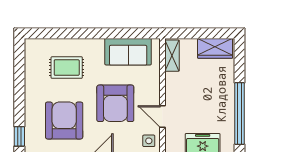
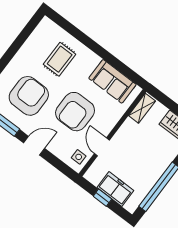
rug: (67, 68) -> (60, 59), turned 90

